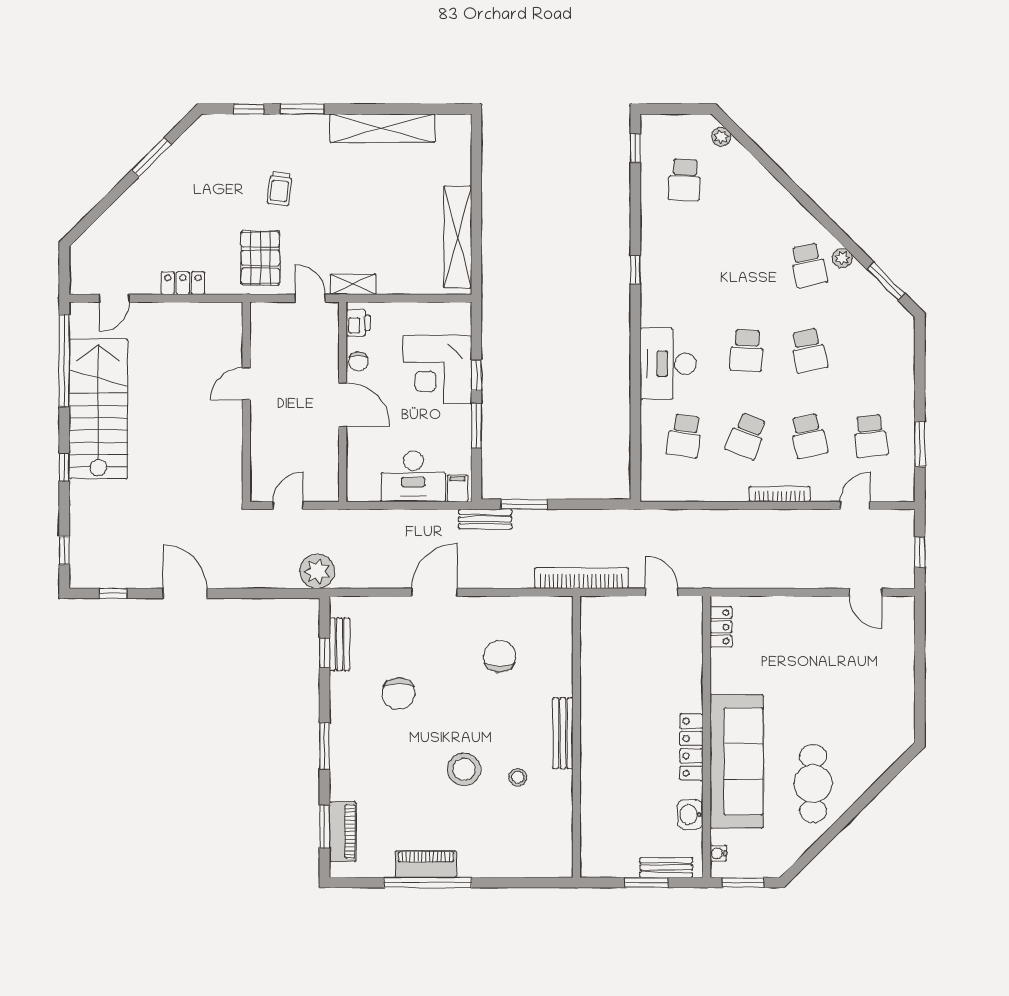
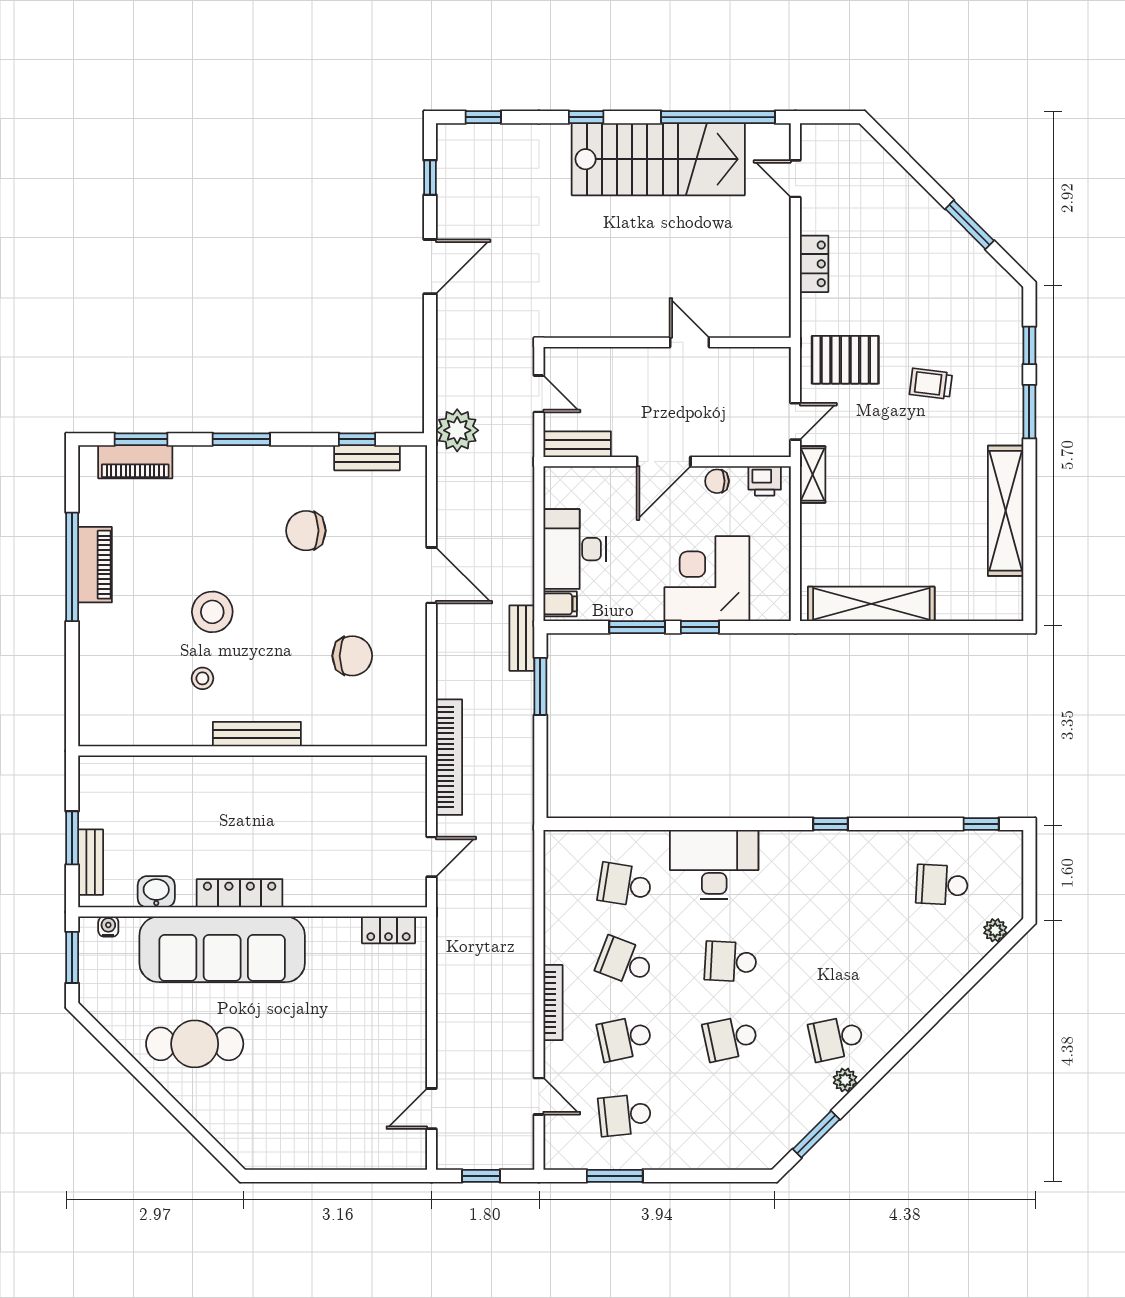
bench: (329, 475) -> (577, 444), added

